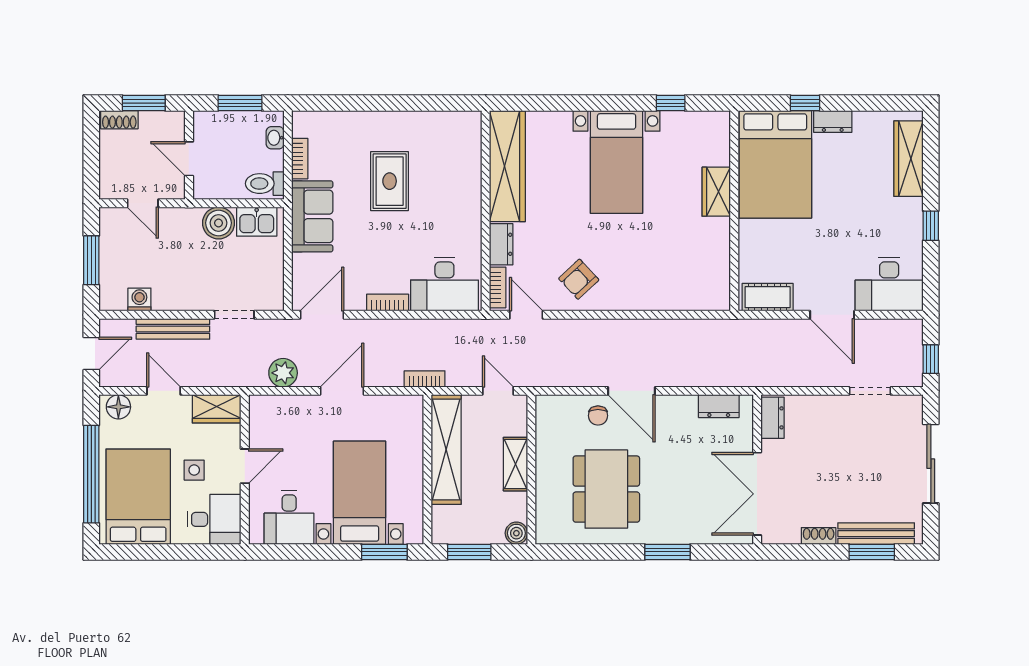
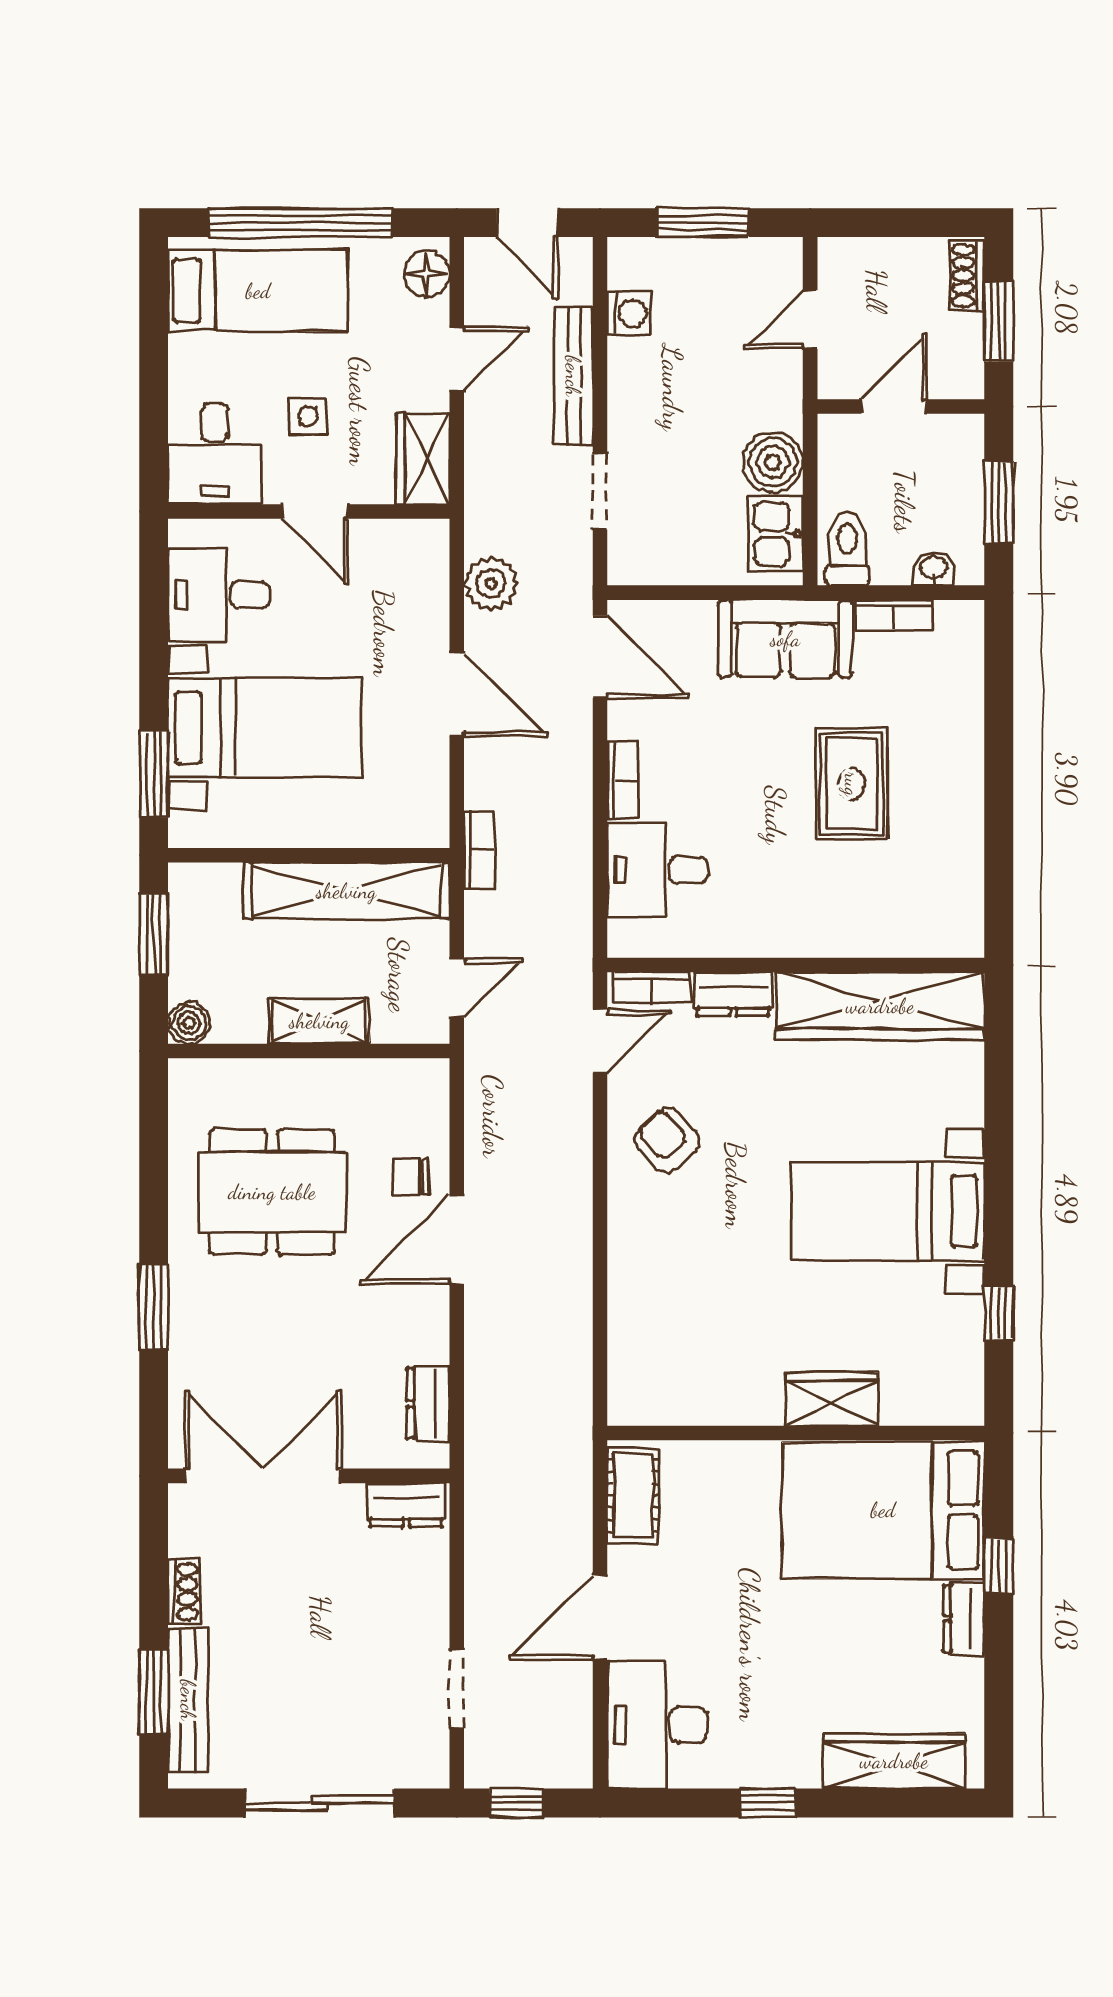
rug: (390, 181) -> (852, 784), turned 90
desk: (444, 284) -> (657, 870), width x0.73
bed: (138, 497) -> (258, 291), width x0.67

